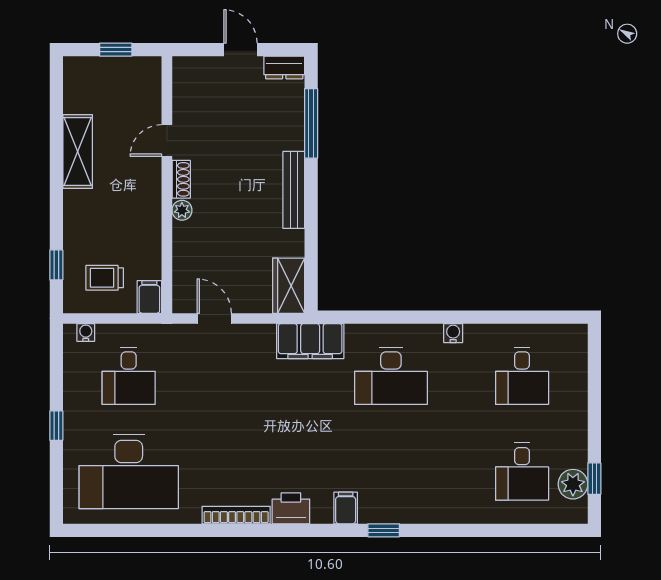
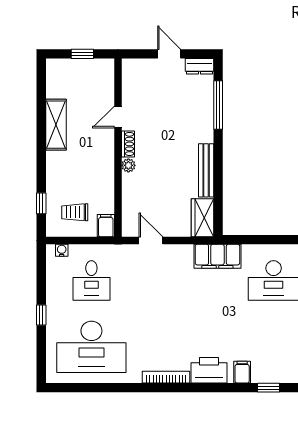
bench: (294, 190) -> (206, 170), moved
printer: (291, 508) -> (209, 370), width x1.37, depth x1.19

